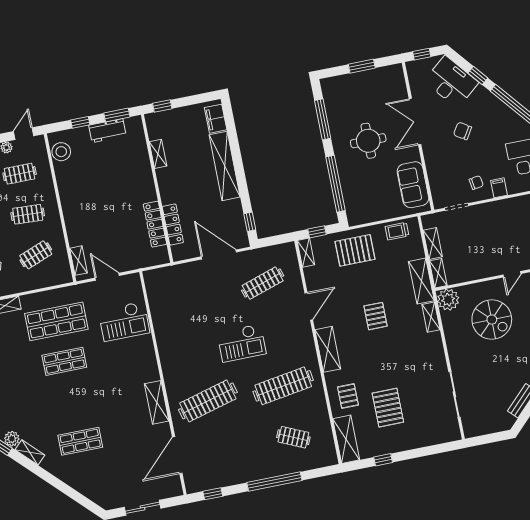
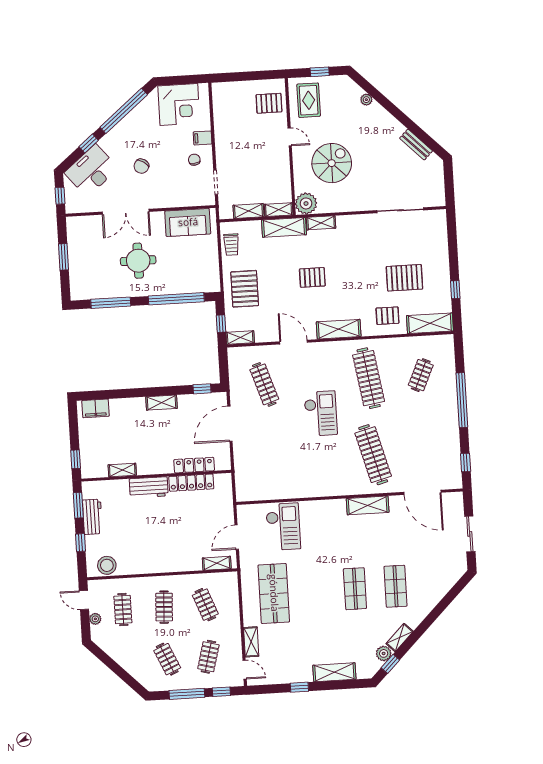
shelving: (225, 166) -> (162, 403), width x0.45, depth x0.75
workbench: (144, 182) -> (149, 487), added
shop shelf: (64, 361) -> (355, 589), moved

